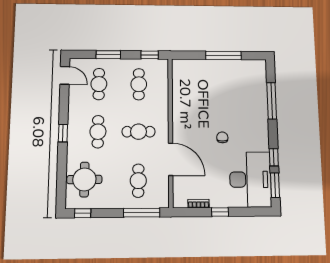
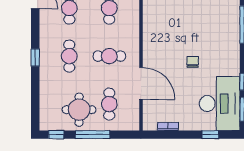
round table: (84, 179) -> (79, 110), moved
window: (220, 212) -> (210, 135), moved
window: (142, 213) -> (92, 135), moved

